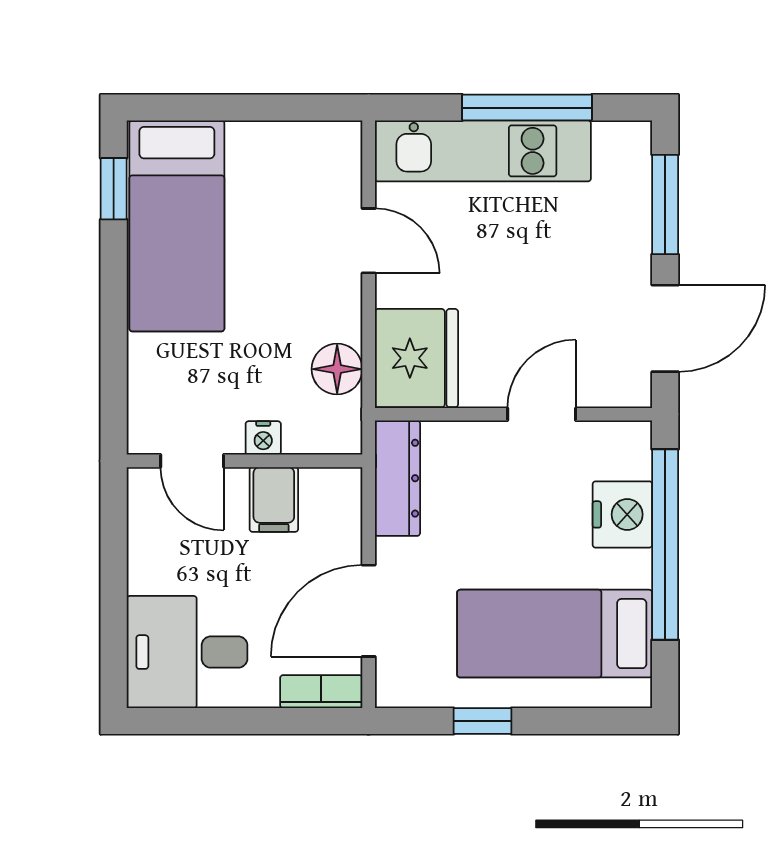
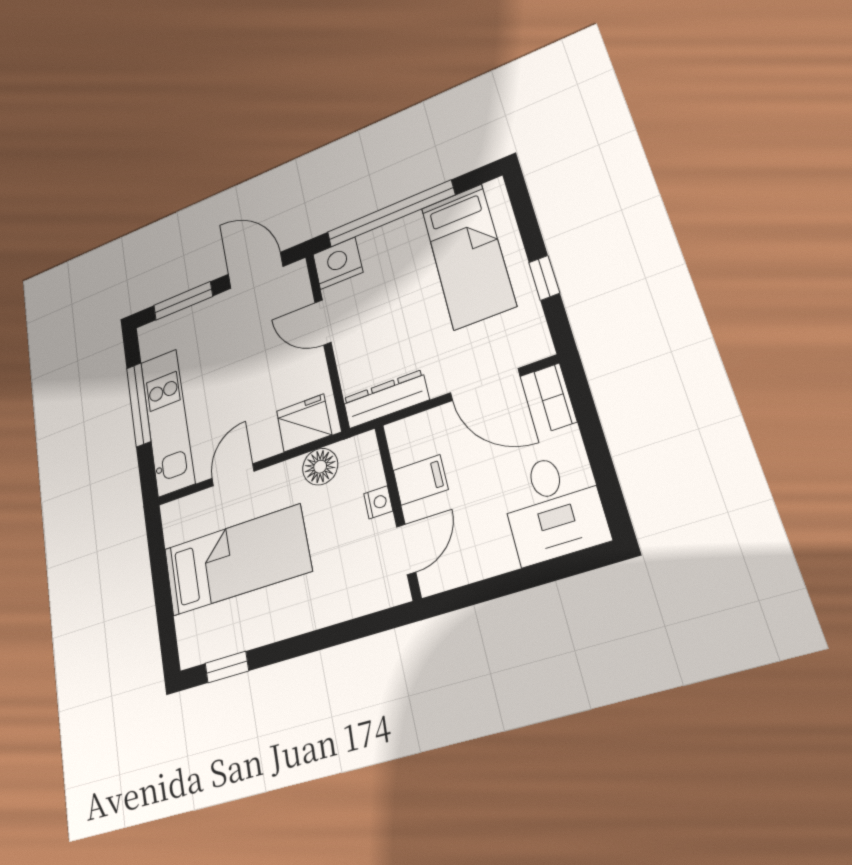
bed: (177, 226) -> (236, 560), moved
fridge: (416, 358) -> (304, 423), width x0.73, depth x0.75
nightstand: (622, 514) -> (338, 263), moved

